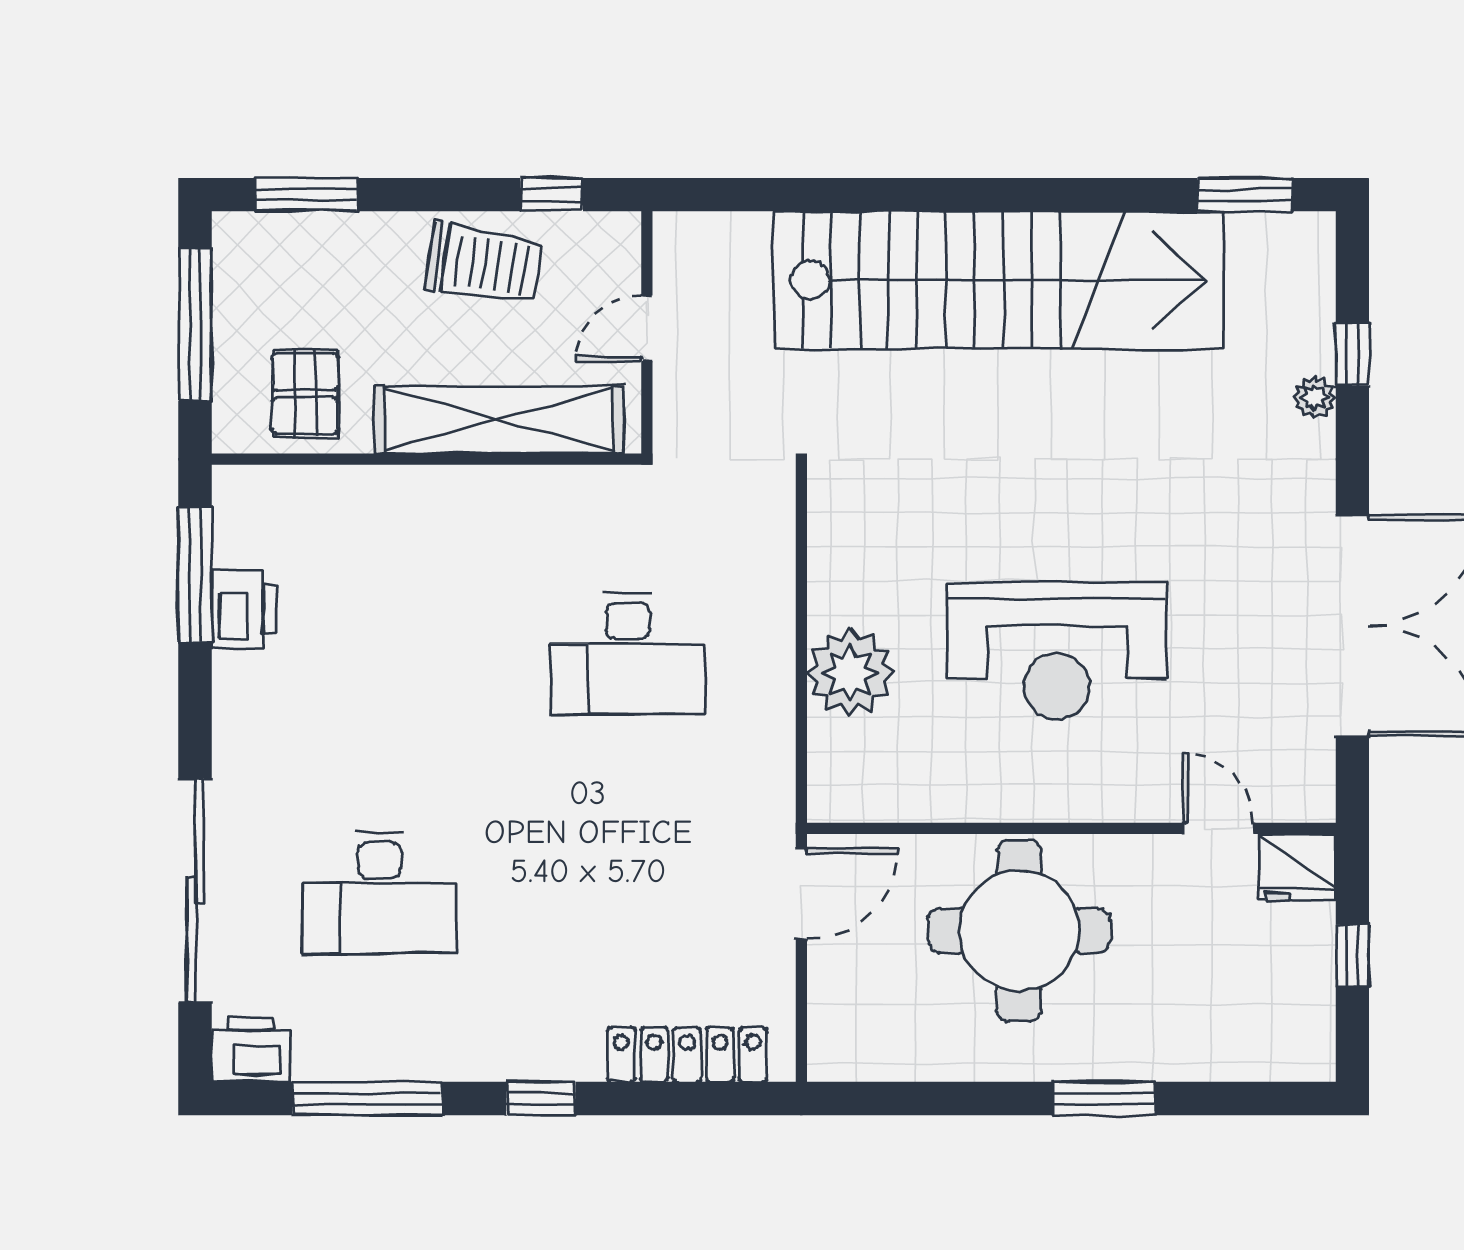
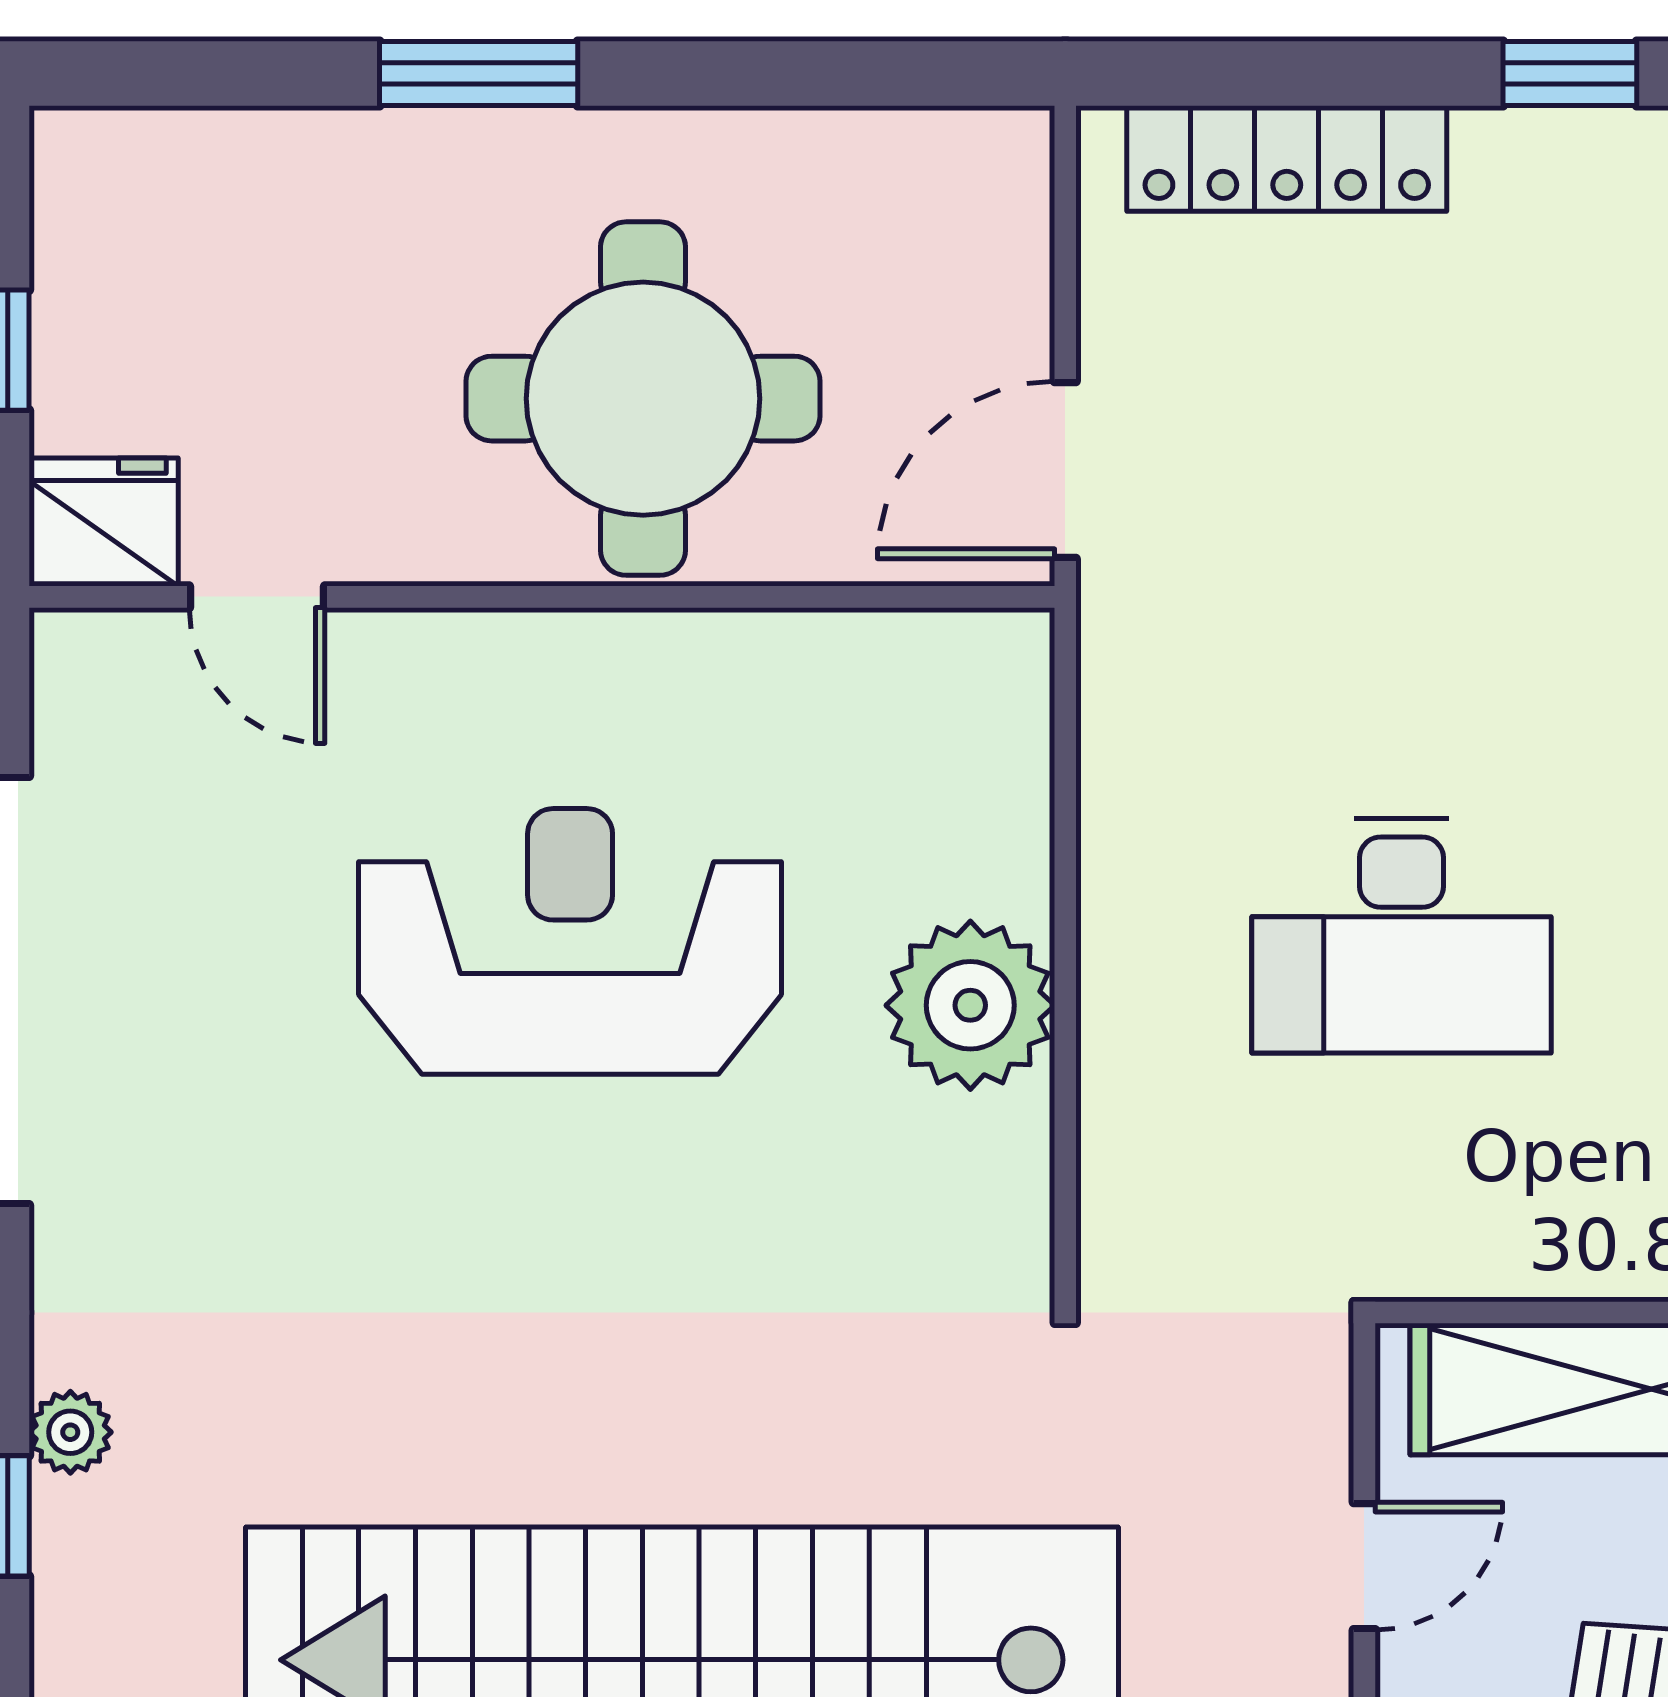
desk: (628, 654) -> (1401, 936), turned 180
plant: (850, 673) -> (970, 1005), moved

